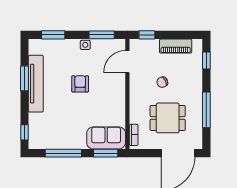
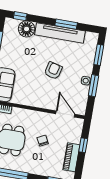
window: (102, 35) -> (93, 86), moved
window: (147, 35) -> (83, 145), moved
armchair: (80, 84) -> (53, 71), turned -76
floor lamp: (38, 123) -> (27, 29), added

